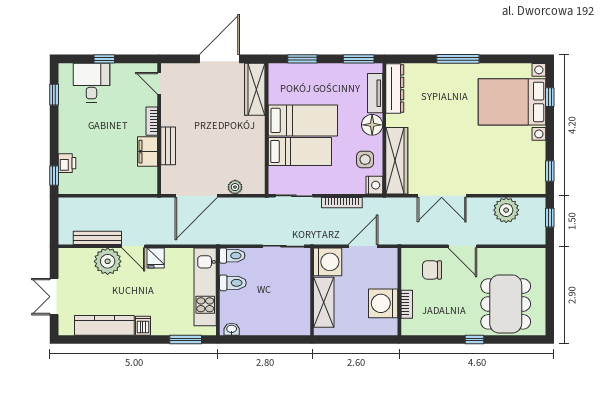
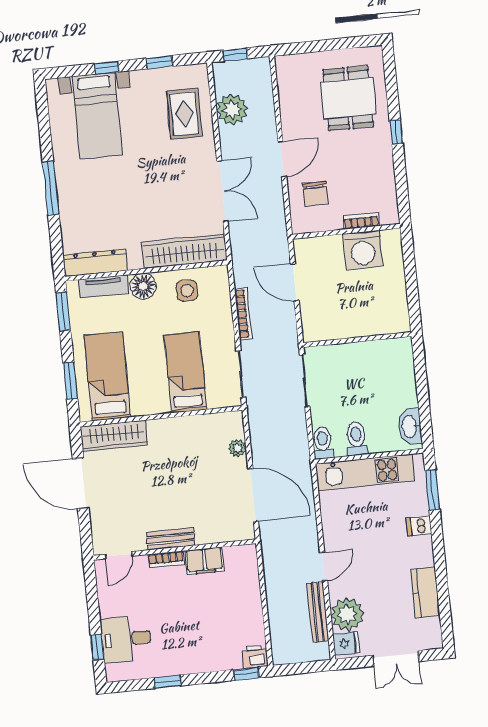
window: (104, 59) -> (97, 647), moved
window: (54, 95) -> (167, 682), moved
window: (550, 97) -> (107, 68), moved
bed with nightstands: (512, 102) -> (97, 116), width x0.73
bed: (303, 120) -> (107, 376), moved
bench: (168, 146) -> (171, 539), moved
printer: (67, 163) -> (255, 657), moved
window: (550, 171) -> (159, 62), moved
rug: (507, 172) -> (184, 114), added
nightstand: (374, 185) -> (218, 276), removed
fridge: (156, 258) -> (346, 643), moved
plant: (108, 261) -> (347, 614), moved
washing machine: (328, 262) -> (318, 324), removed
shelving: (324, 302) -> (369, 324), removed
dining table: (506, 304) -> (348, 98), width x0.73
kitchen counter: (104, 325) -> (425, 593), width x0.67
dishwasher: (143, 326) -> (419, 526), moved
washbasin: (232, 329) -> (410, 426), width x1.91, depth x1.45

